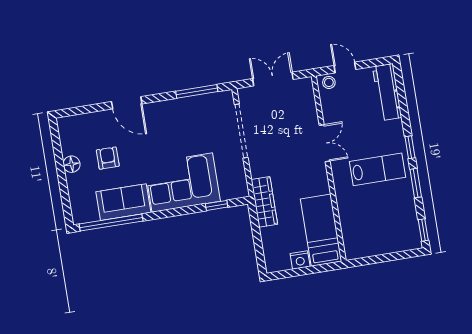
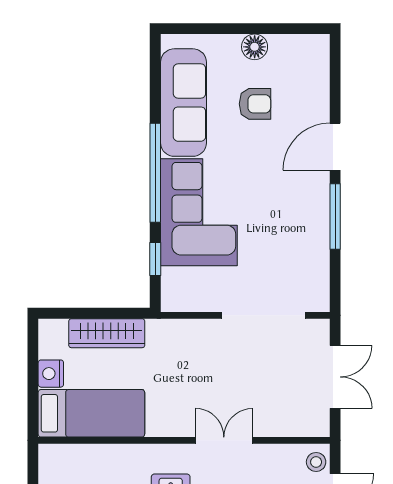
window: (197, 91) -> (335, 217), moved
double door: (325, 143) -> (224, 440), swing flipped
sofa: (123, 202) -> (183, 103), width x1.36
wardrobe: (264, 202) -> (107, 333), moved
window: (111, 223) -> (155, 173), moved

